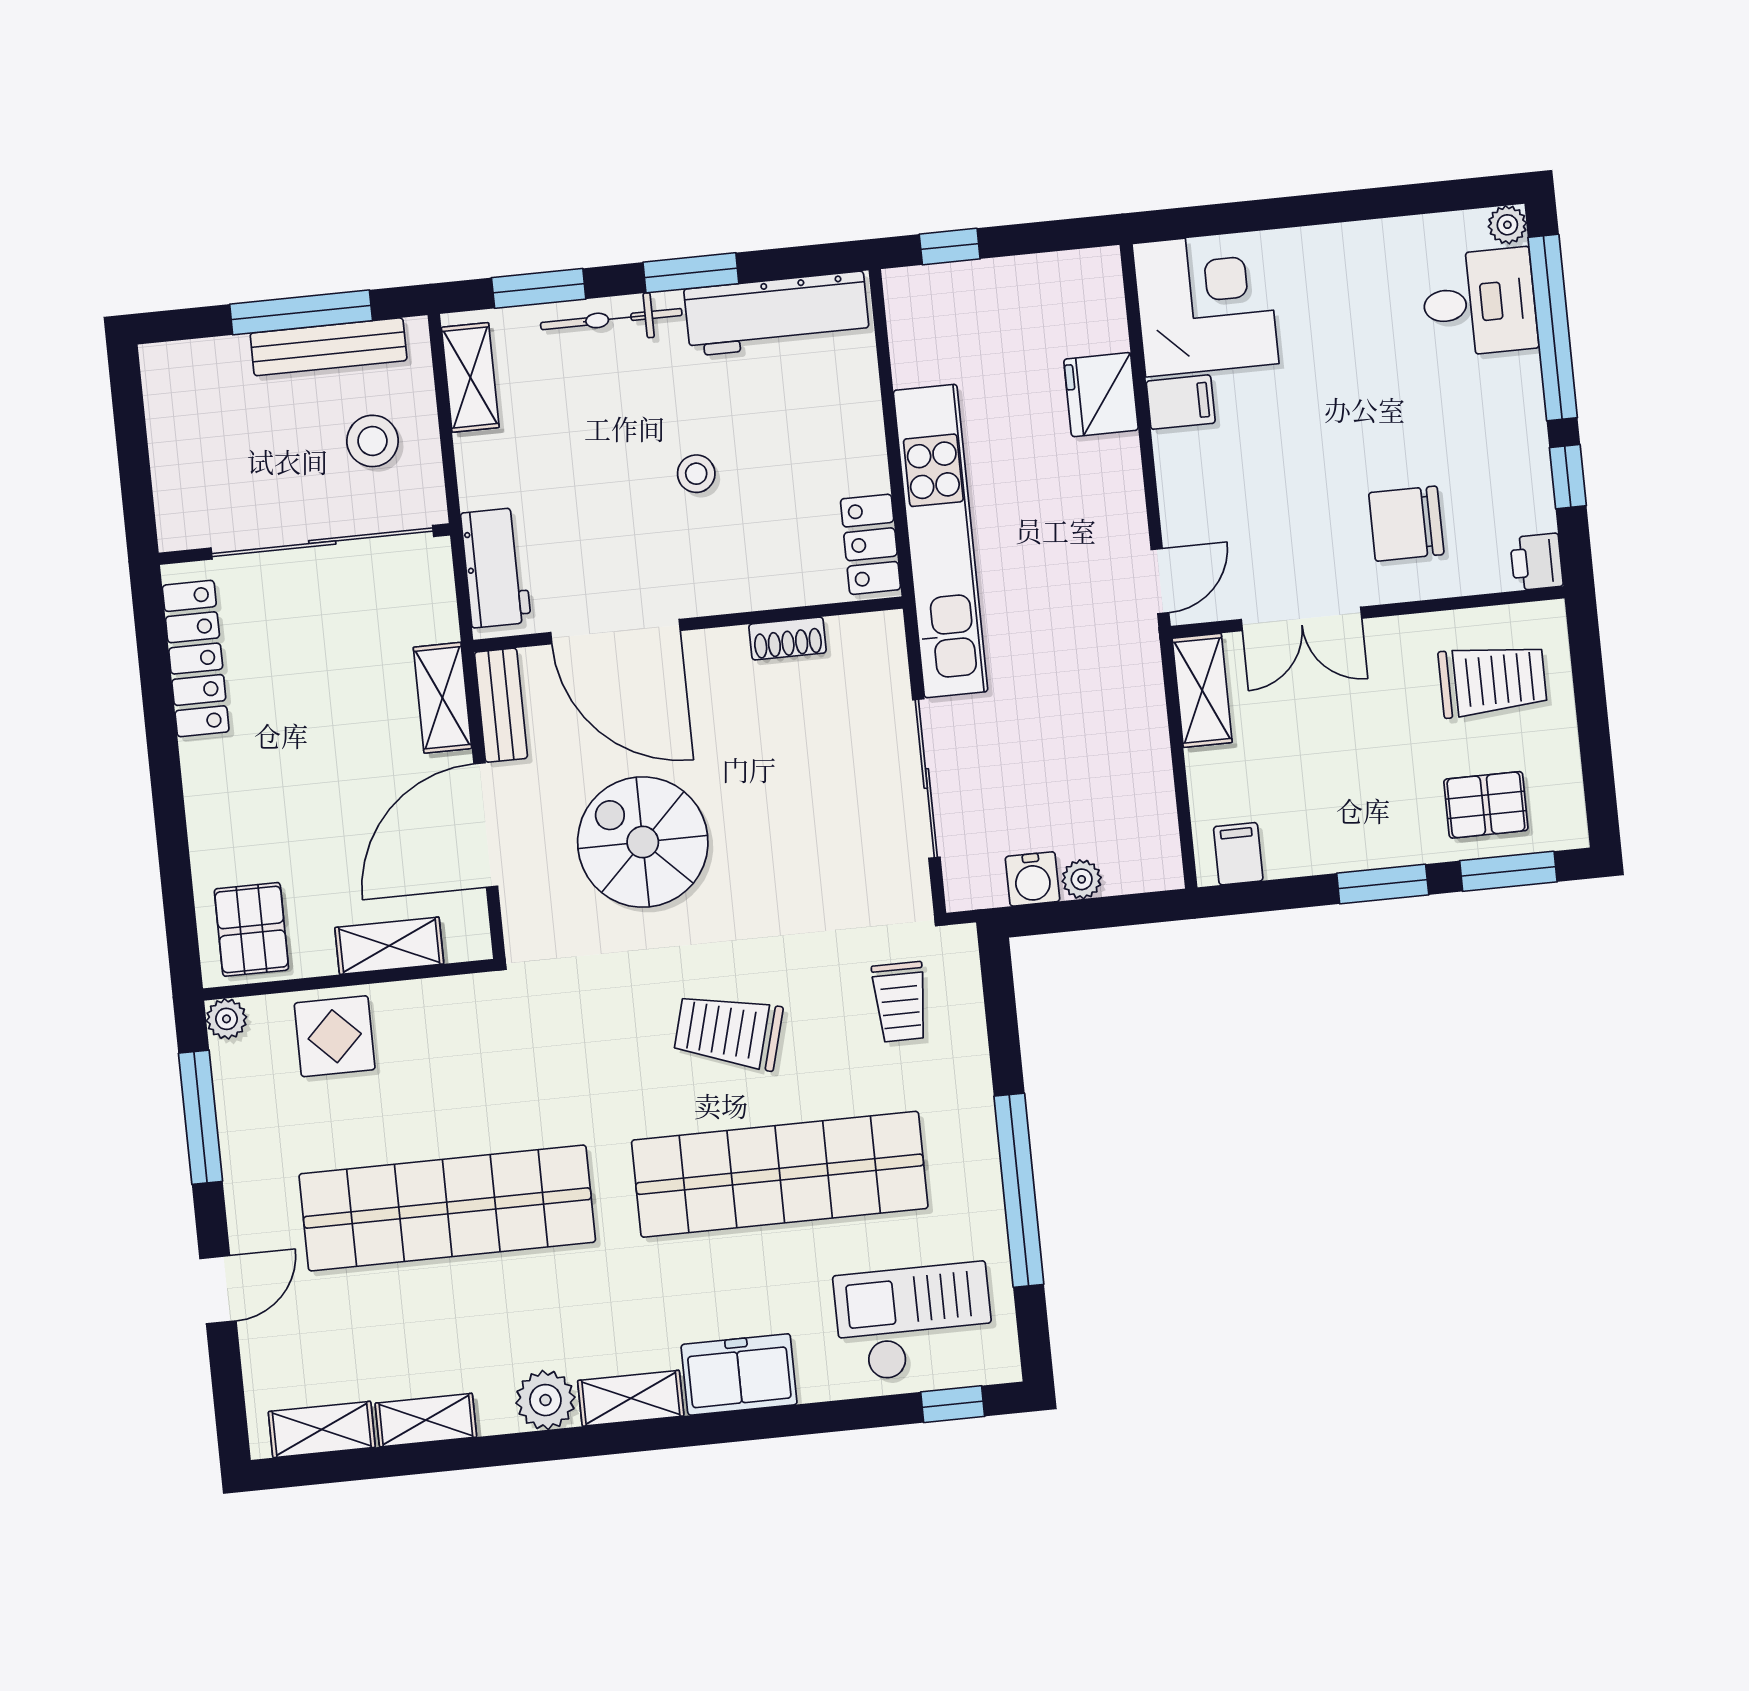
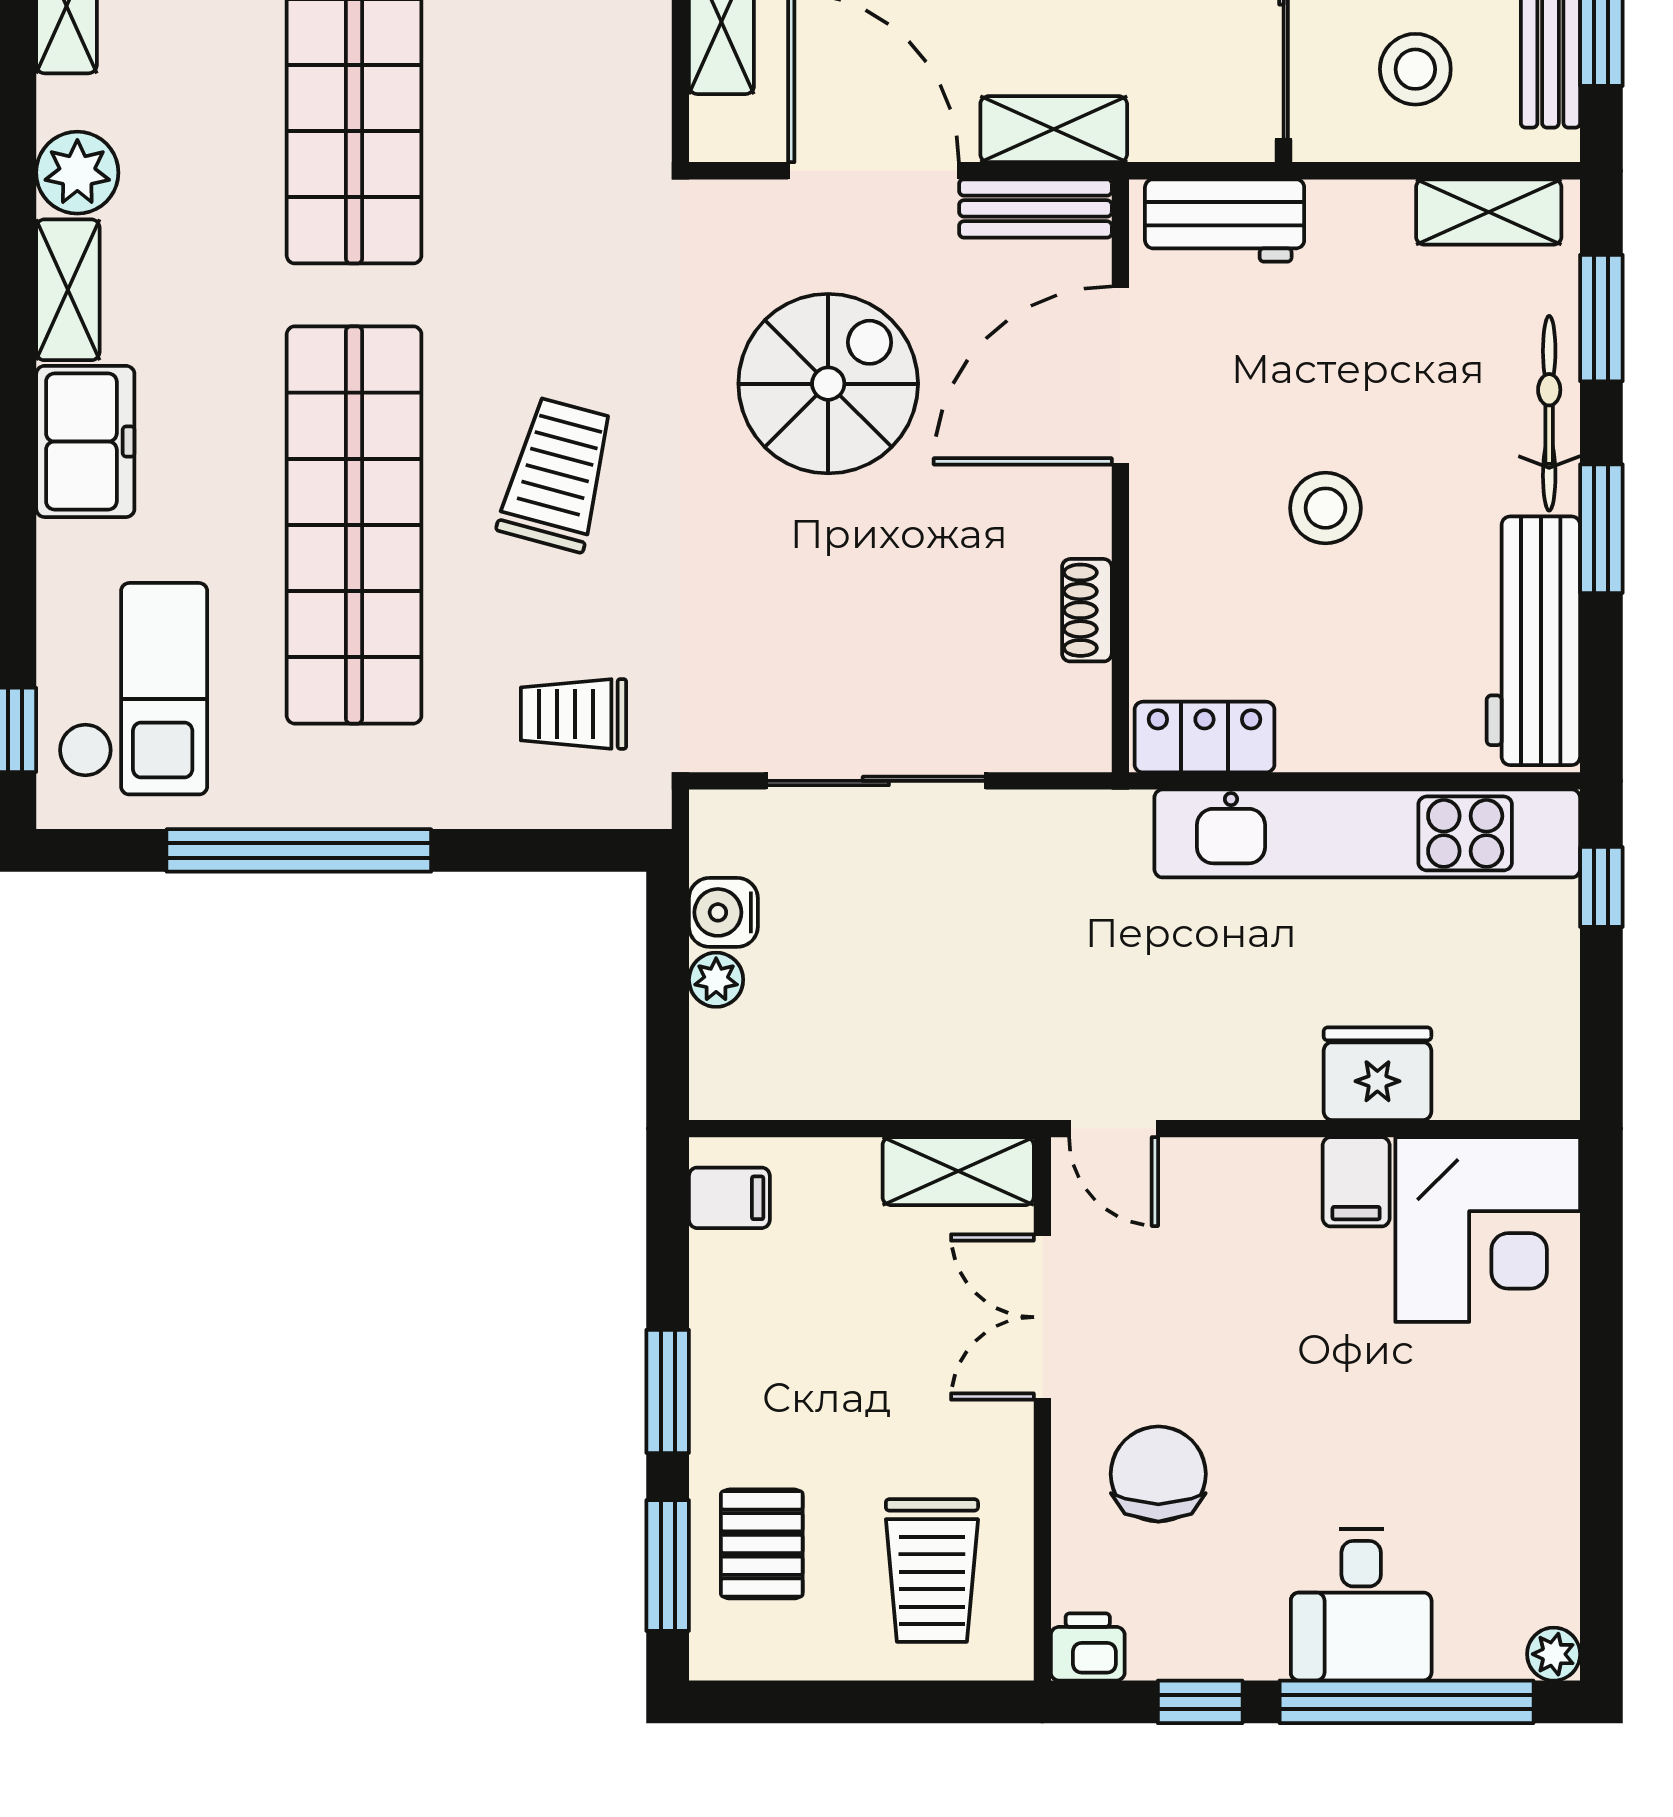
desk: (1479, 303) -> (1361, 1605), moved
stool: (696, 474) -> (1325, 508), width x1.37, depth x1.37
kitchen unit: (941, 541) -> (1367, 833), moved

